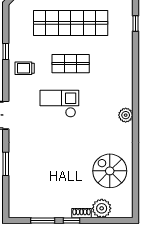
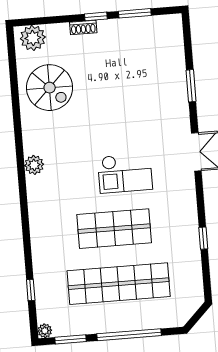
shop shelf: (71, 64) -> (114, 229), width x1.43, depth x1.36
trolley: (25, 68) -> (176, 217), removed
plant: (102, 208) -> (33, 38), moved

